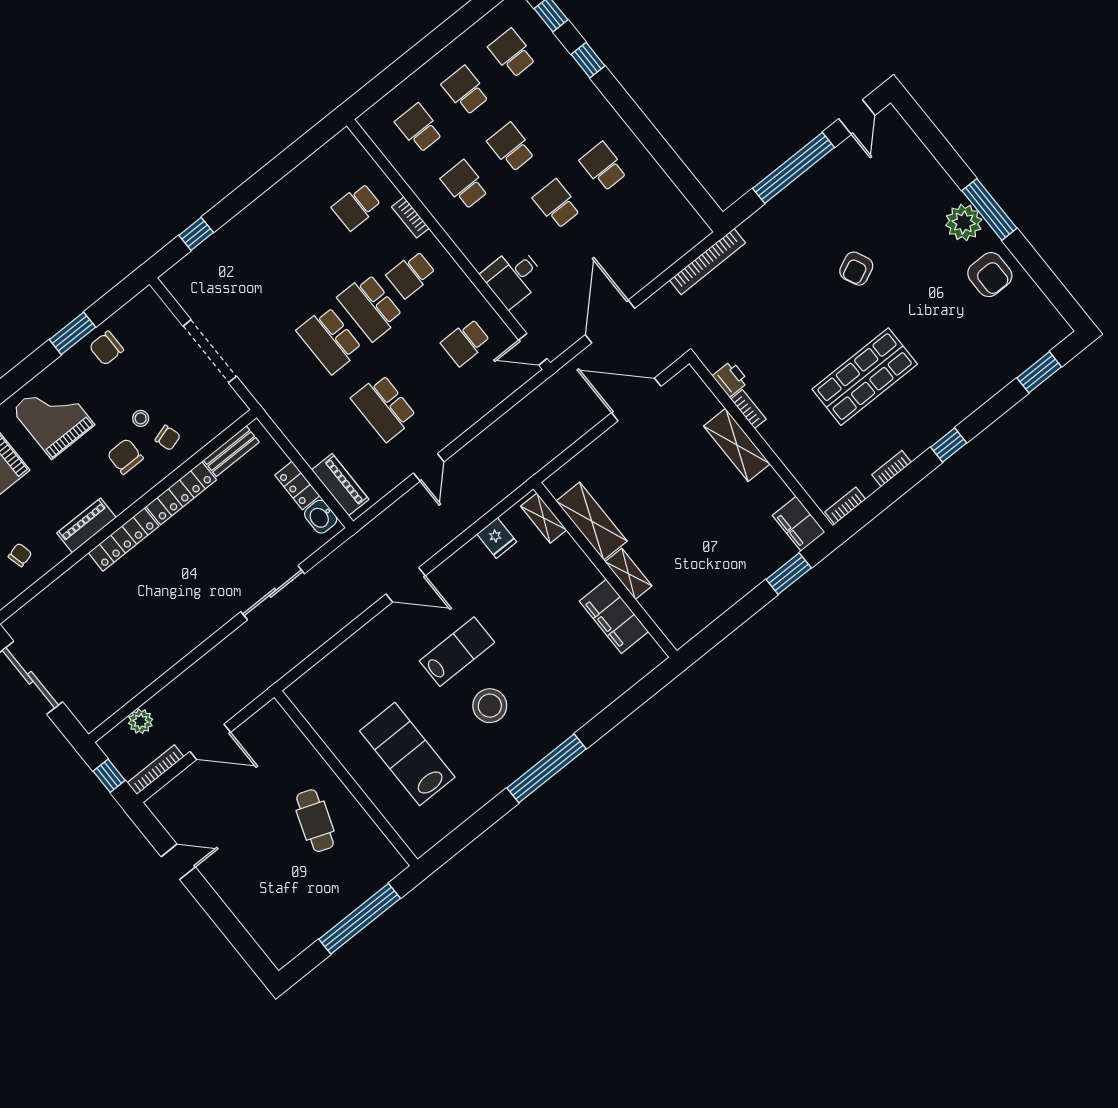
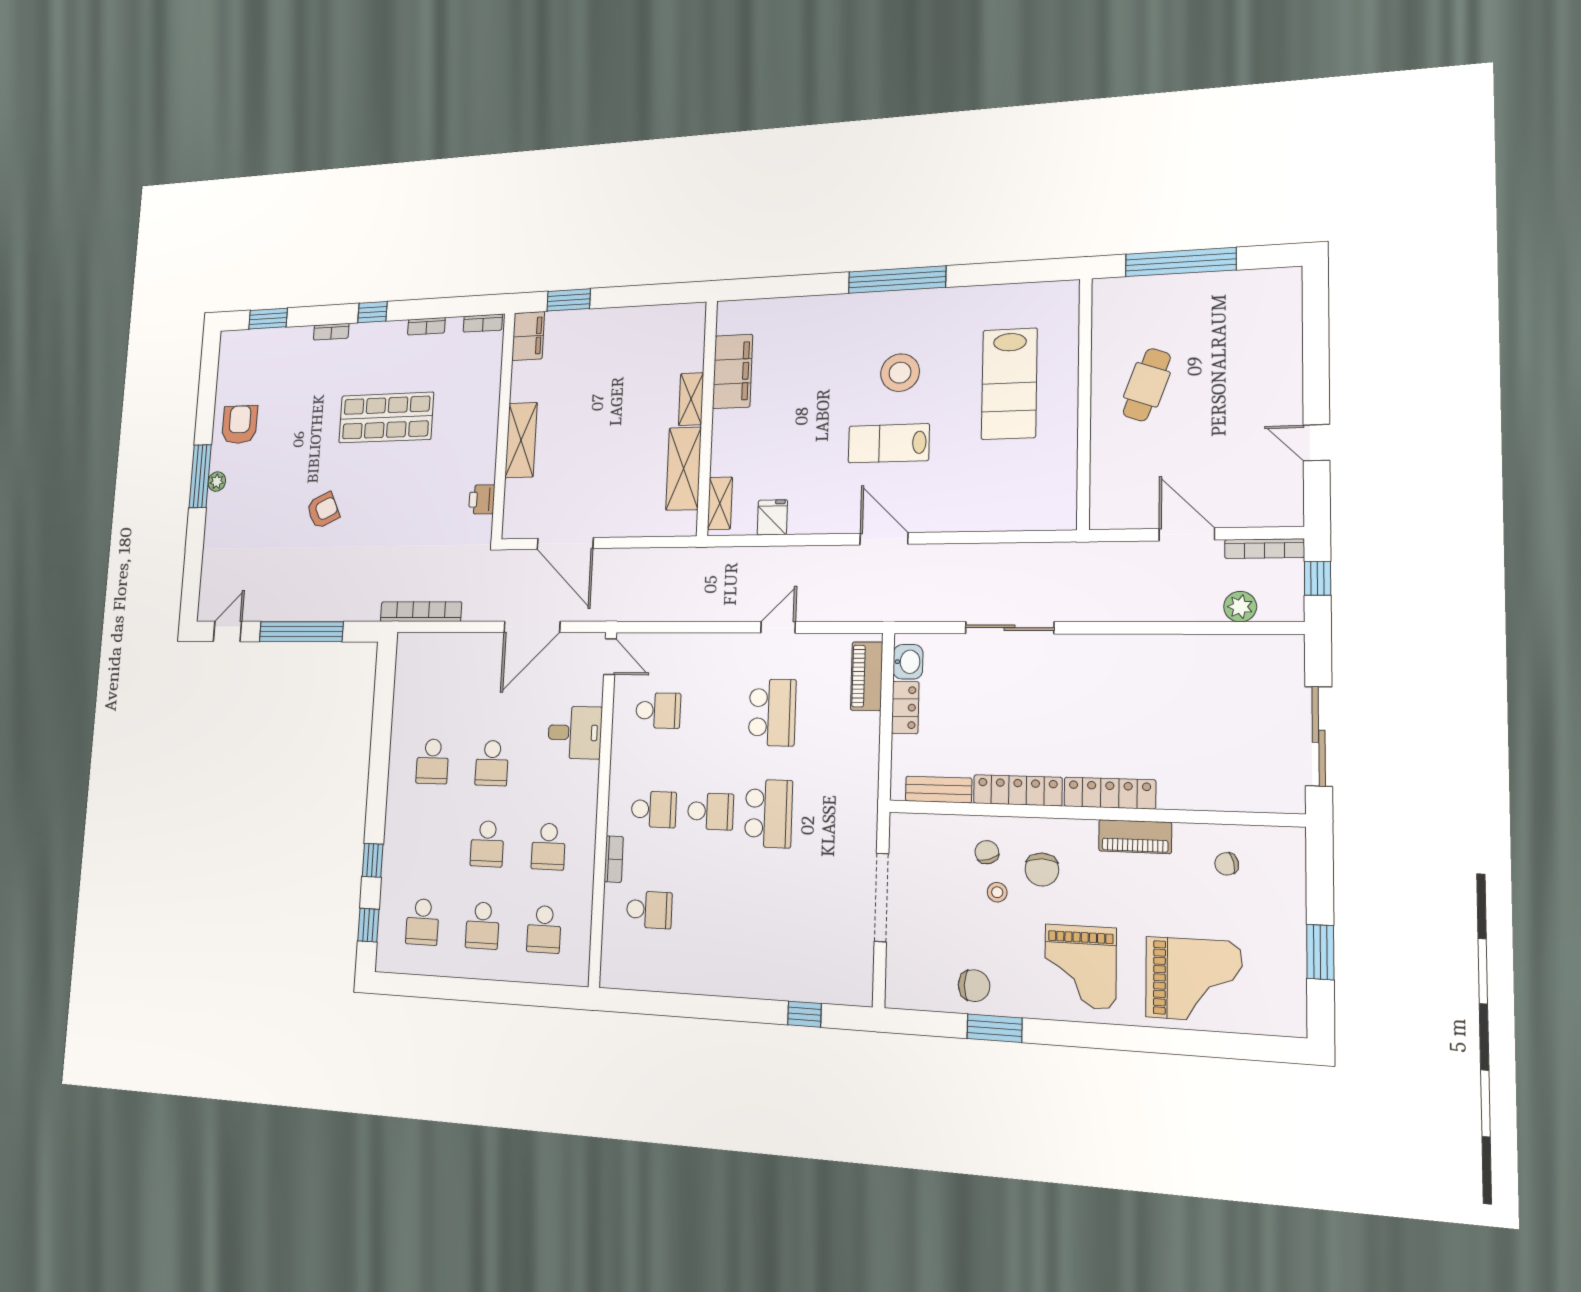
plant: (964, 222) -> (217, 482), width x0.53, depth x0.53
school desk: (370, 307) -> (710, 811), width x0.54
bookcase: (748, 409) -> (331, 332), moved, turned -90

